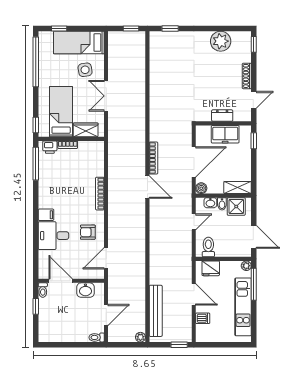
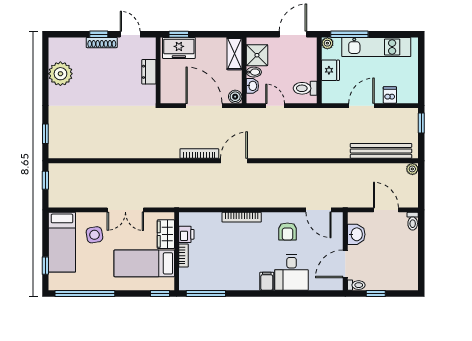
window: (254, 44) -> (99, 34), moved
freezer: (225, 134) -> (179, 48), moved, turned 90
printer: (50, 147) -> (186, 234), moved
fridge: (211, 268) -> (330, 70), moved

